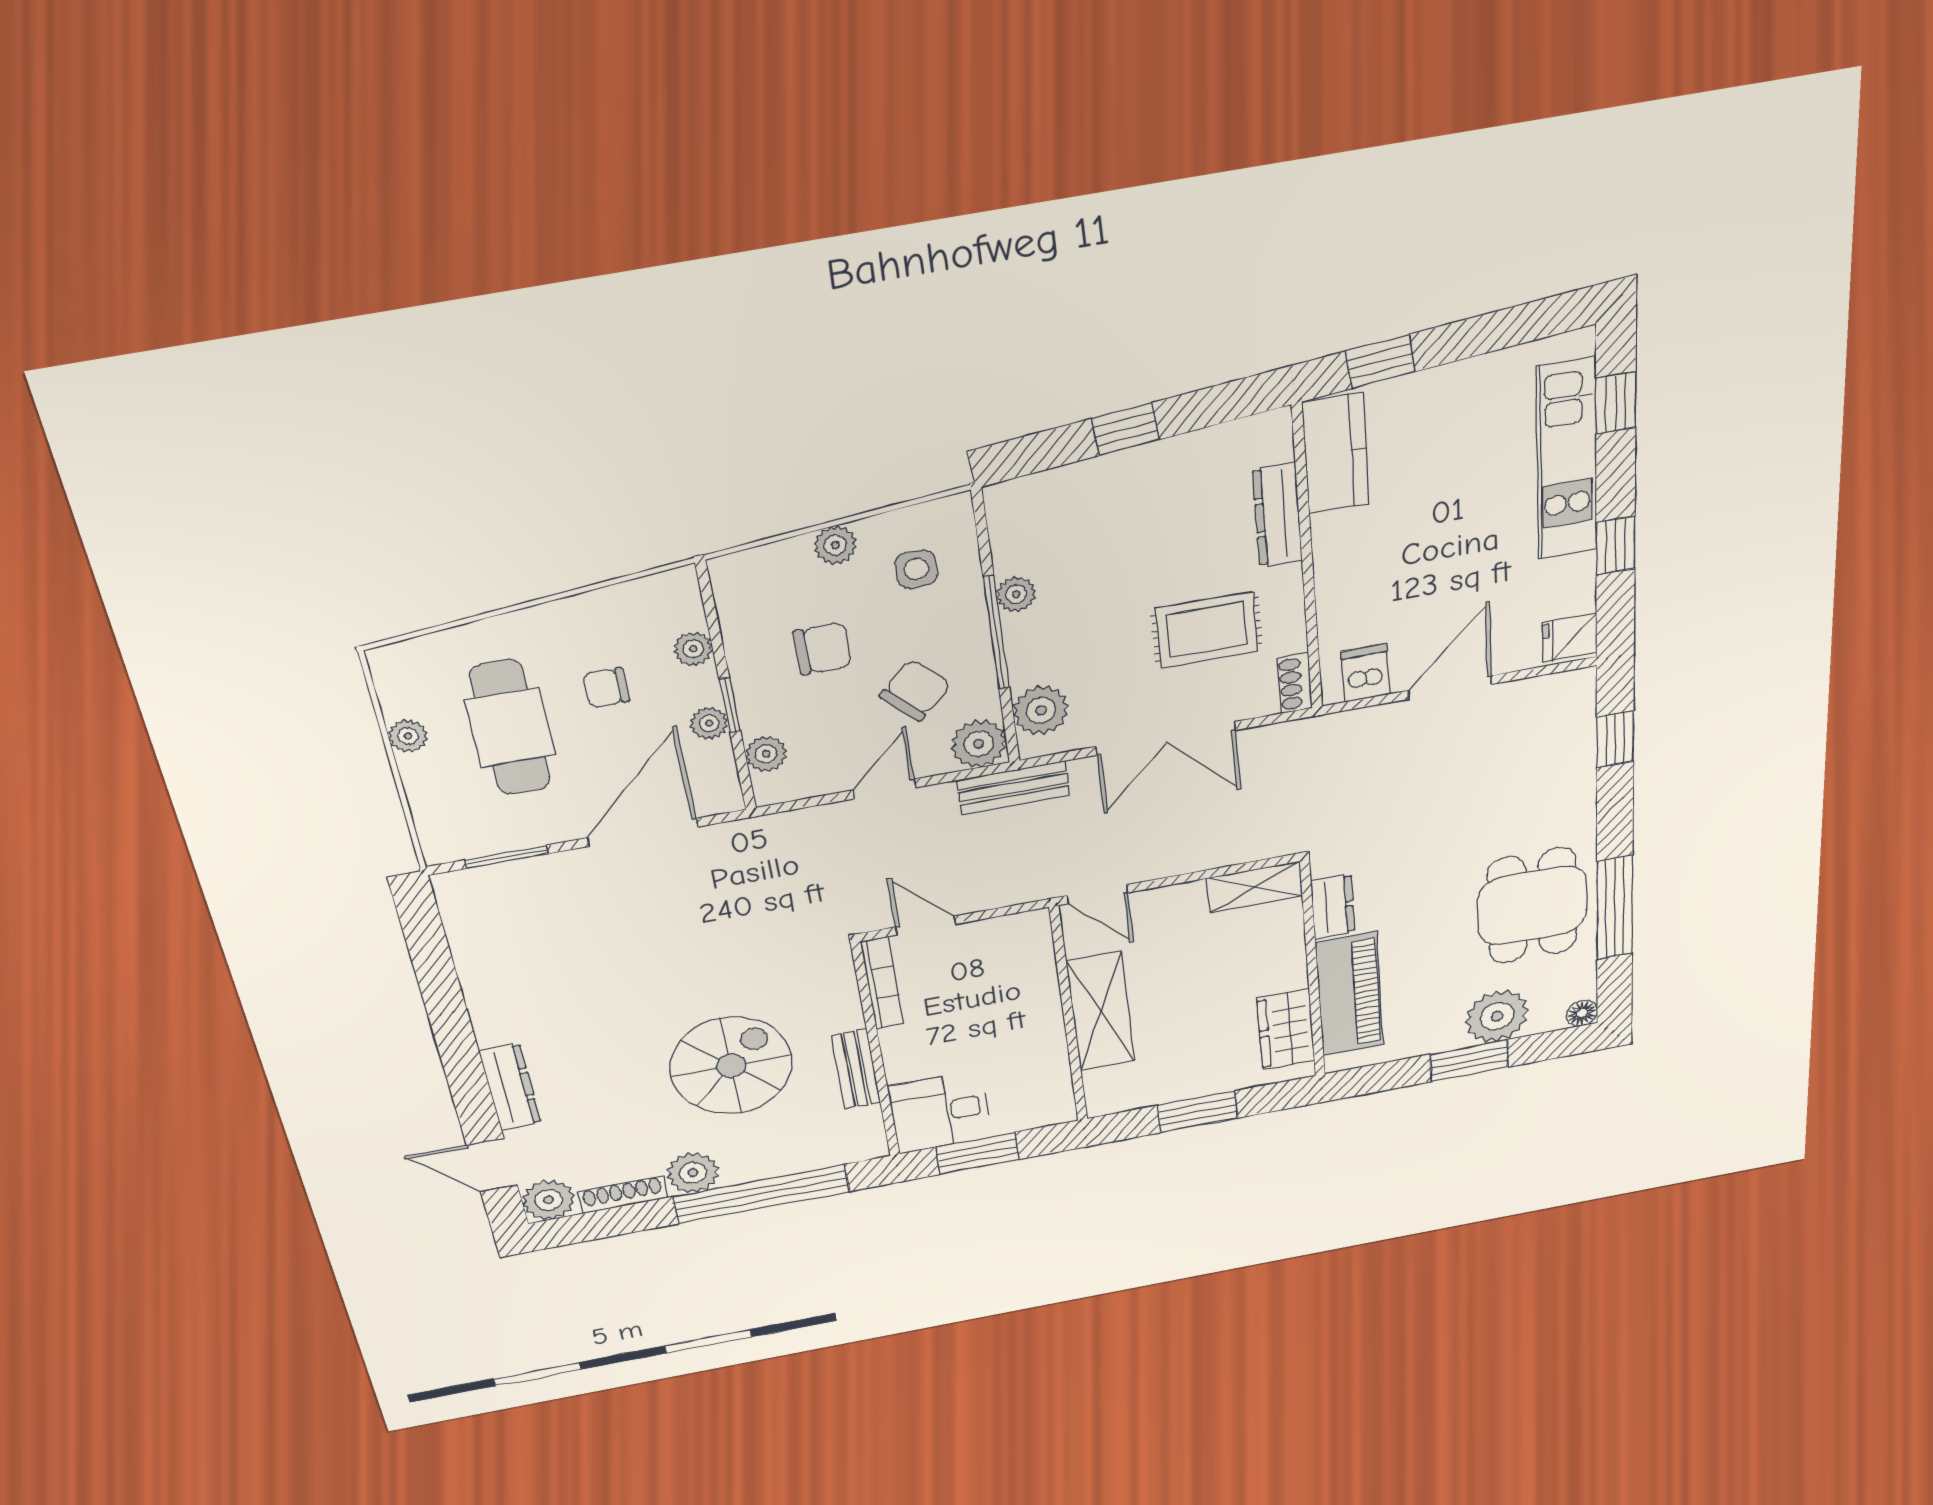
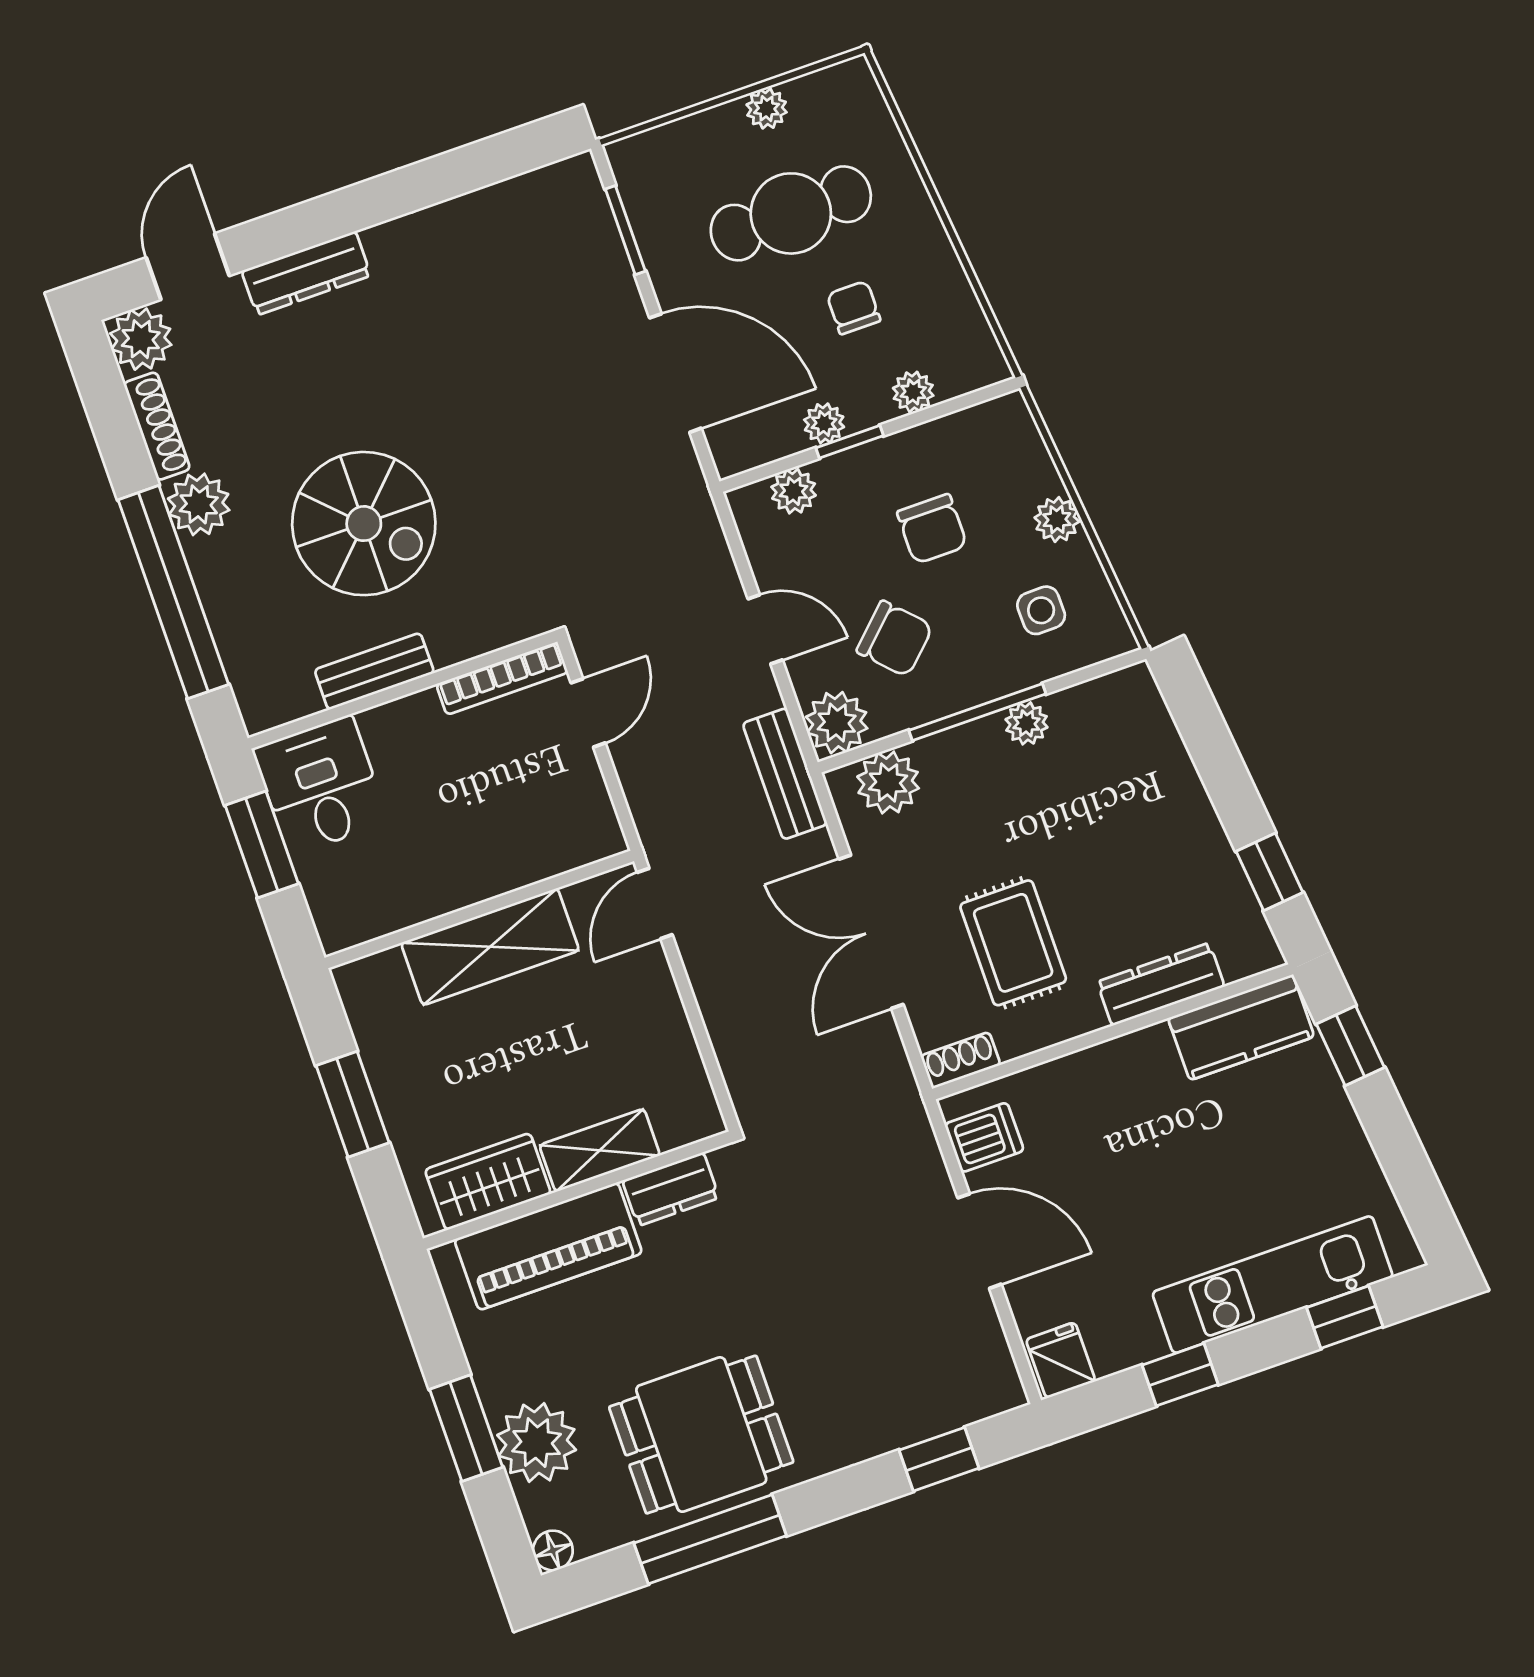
window: (1125, 429) -> (1269, 872), moved
shelving: (1255, 887) -> (600, 1150), moved, turned 90

